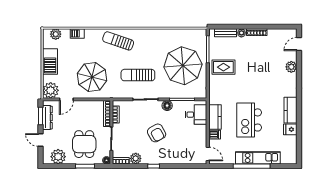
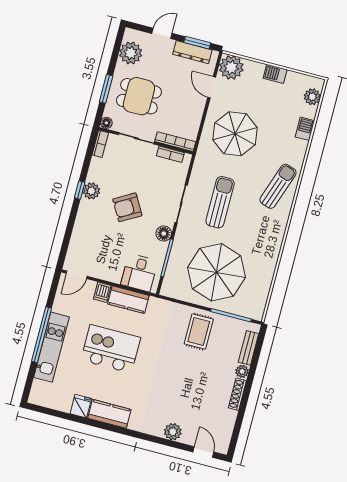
barbecue: (50, 61) -> (275, 74), width x0.53, depth x0.65
plant: (136, 158) -> (91, 191), moved

